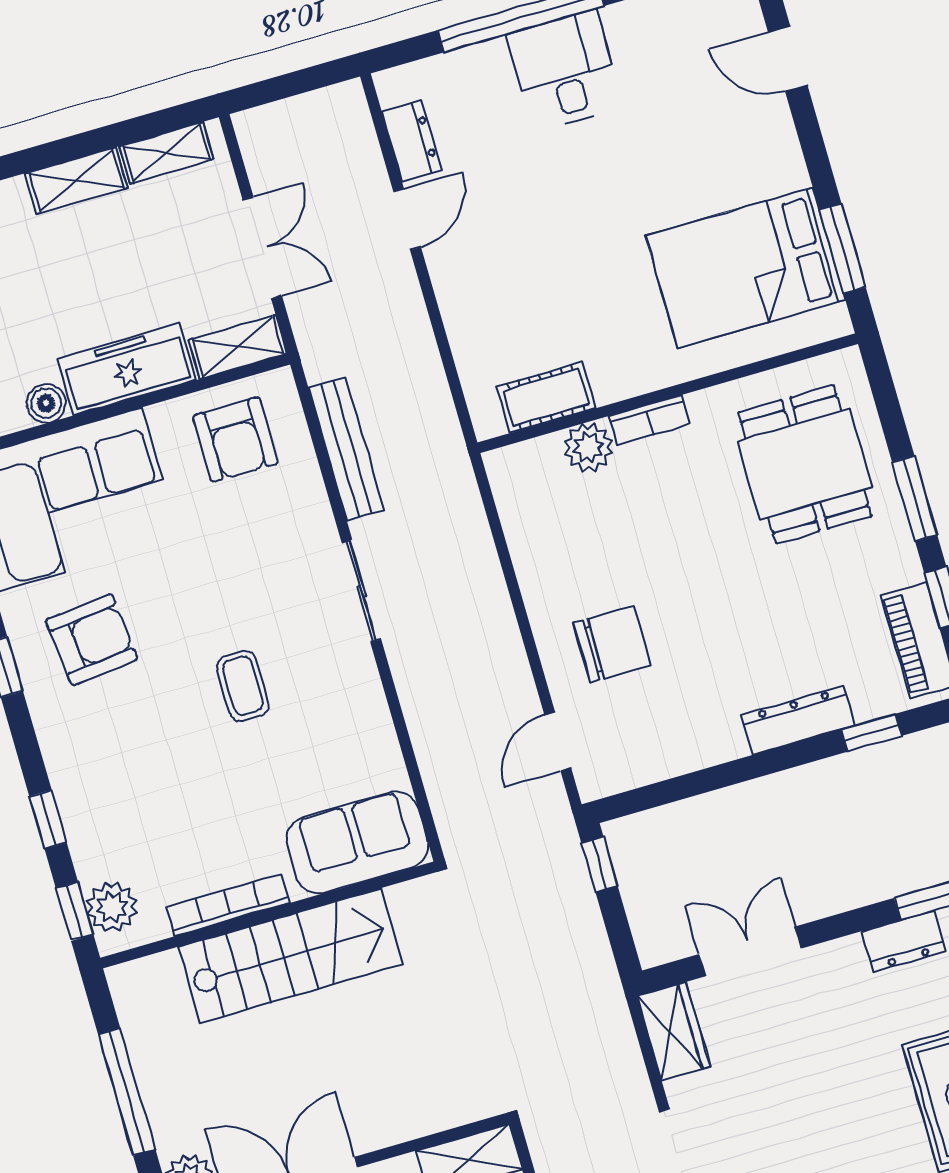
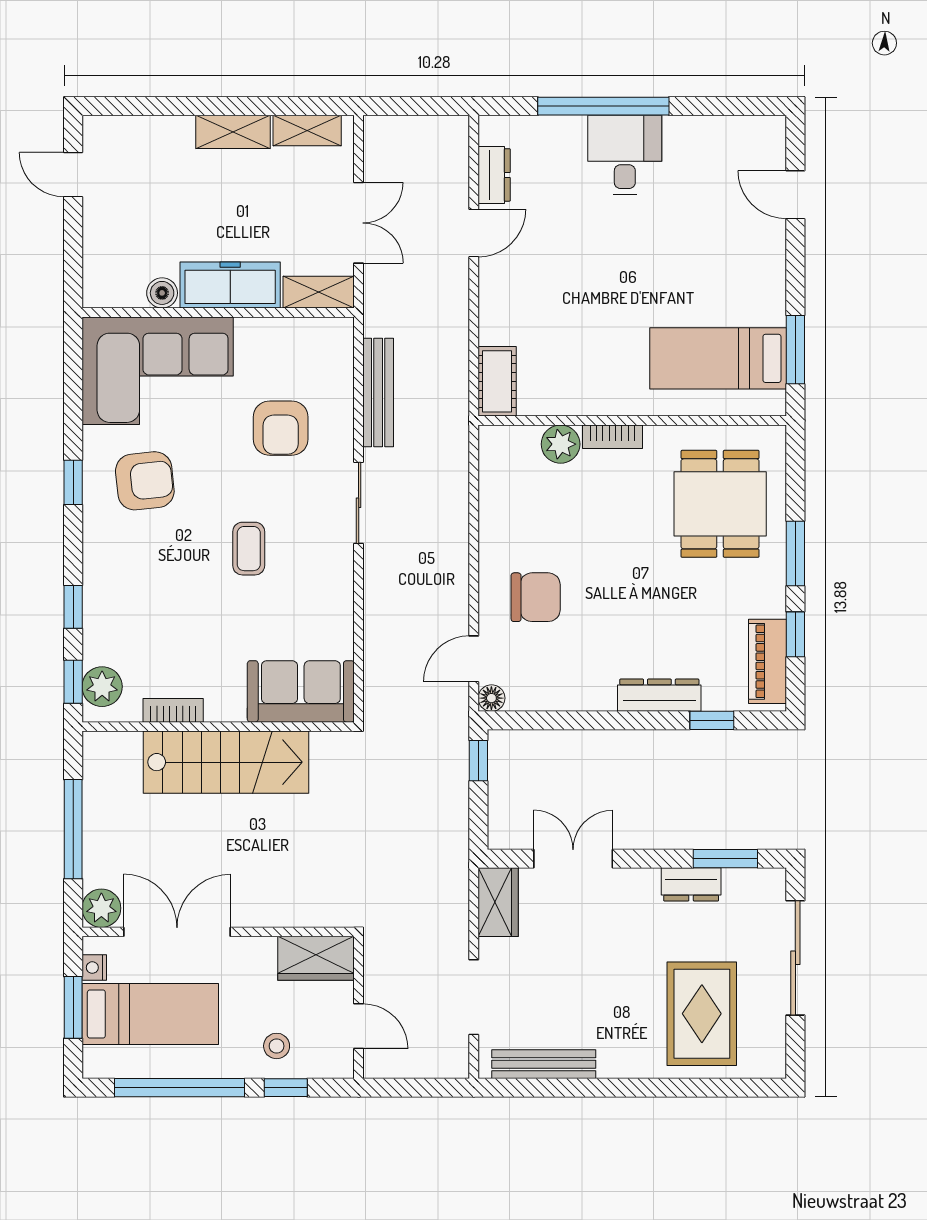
bed: (745, 268) -> (718, 358), width x0.67
cot: (546, 397) -> (497, 381), moved, turned 90
armchair: (235, 440) -> (281, 428), moved
floor lamp: (593, 783) -> (491, 698), added
bookcase: (228, 905) -> (173, 710), width x0.64

